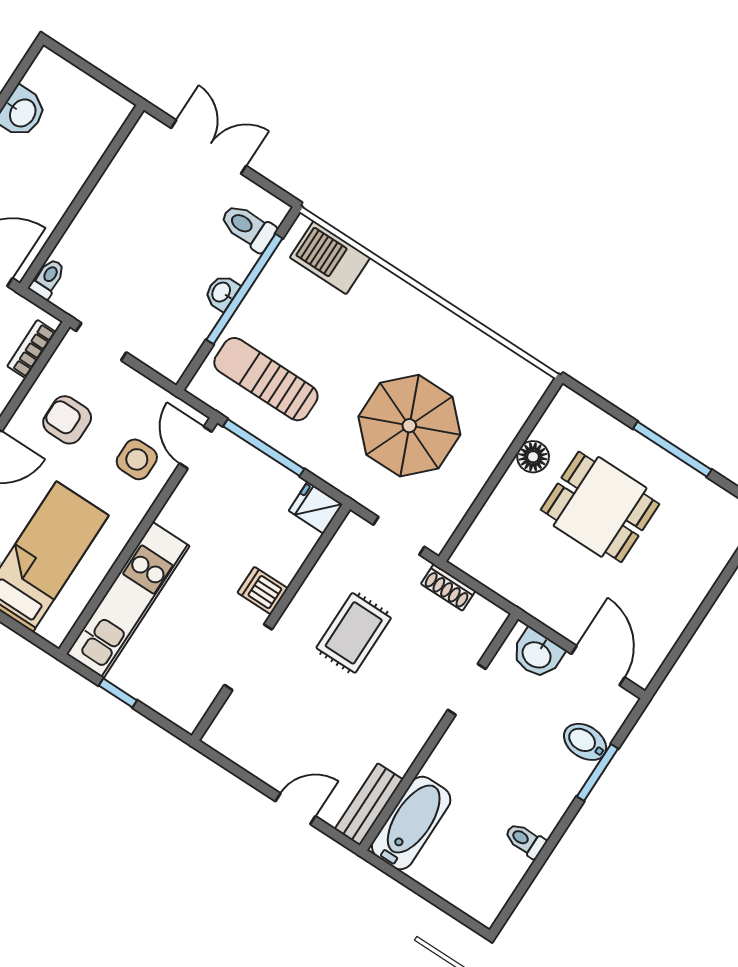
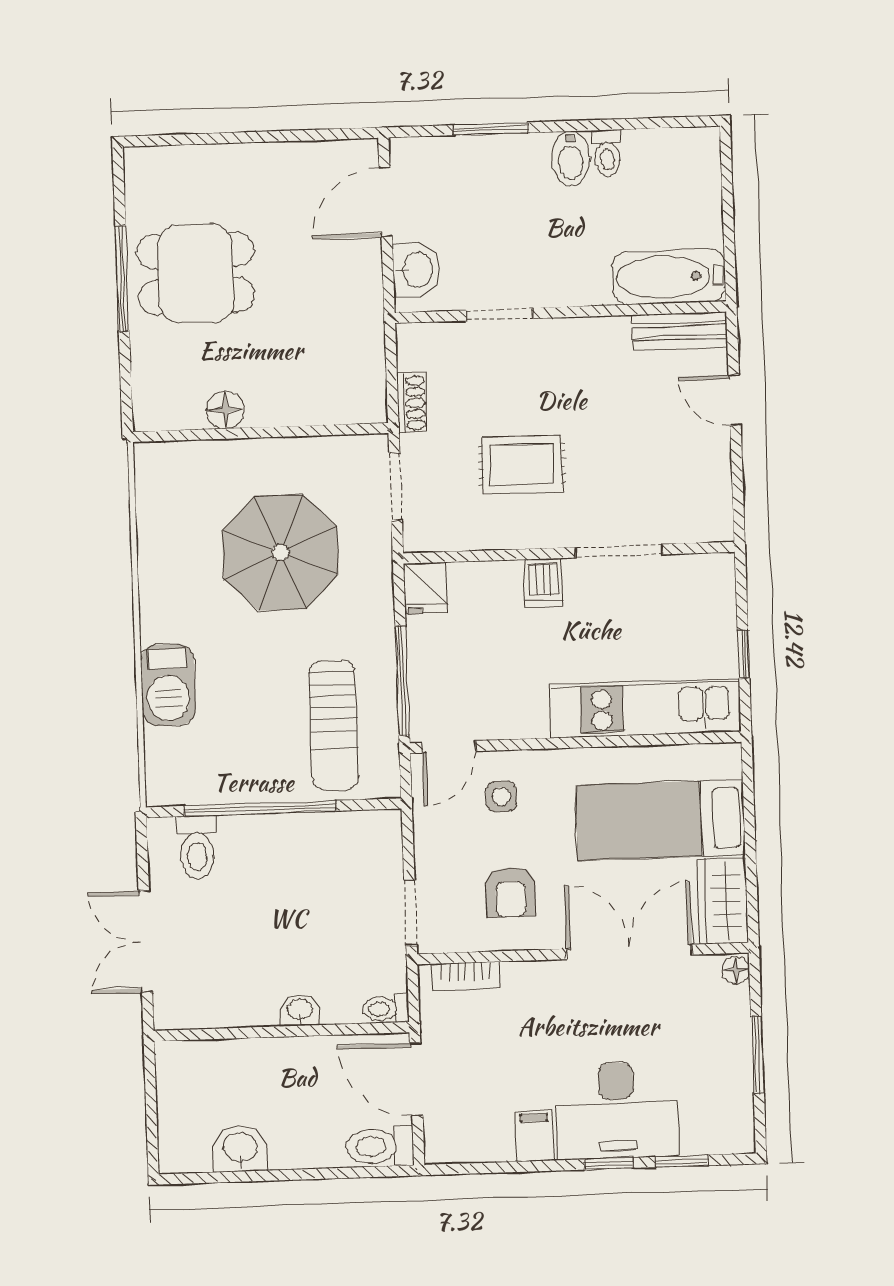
barbecue: (330, 257) -> (168, 685), moved
washbasin: (222, 292) -> (300, 1010), moved, turned 180
side table: (137, 459) -> (501, 797), width x0.73, depth x0.73
dining table: (600, 507) -> (196, 273), moved, turned 90
bidet: (585, 742) -> (571, 159), moved

